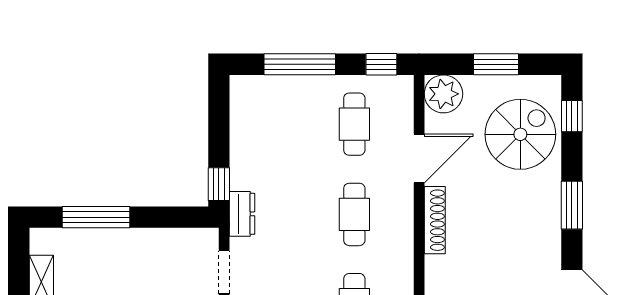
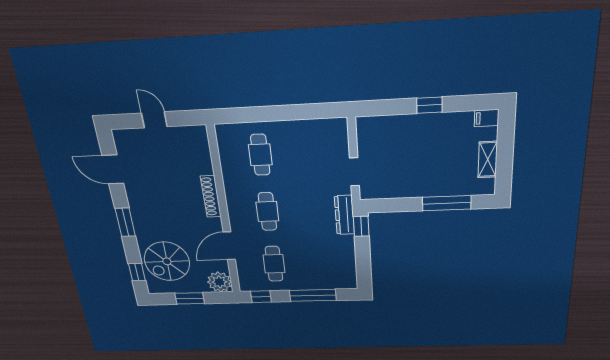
dresser: (242, 214) -> (345, 215), width x1.44
shoe rack: (435, 220) -> (211, 196), moved

